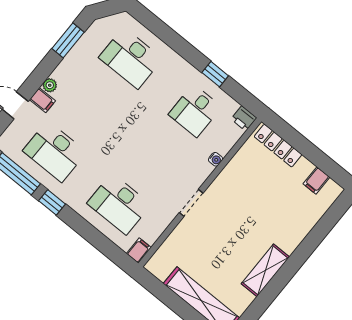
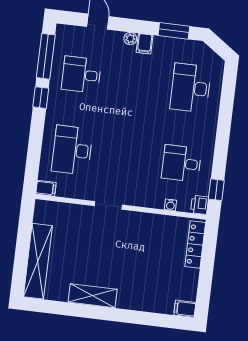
window: (215, 74) -> (216, 190), moved
filing cabinet: (42, 100) -> (145, 44), moved
desk: (55, 152) -> (81, 75), width x0.73
water cooler: (216, 159) -> (170, 205), moved
filing cabinet: (316, 180) -> (185, 309), moved

